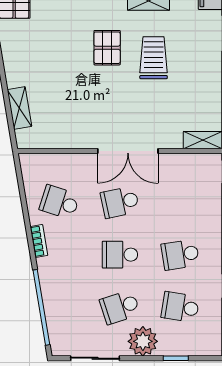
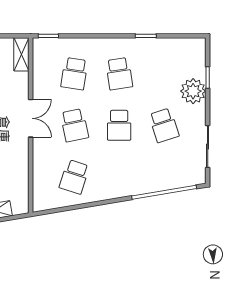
double door: (128, 151) -> (31, 118), width x0.73
bookcase: (39, 241) -> (107, 194), removed
school desk: (180, 307) -> (74, 74), moved
plant: (143, 341) -> (193, 91), moved

